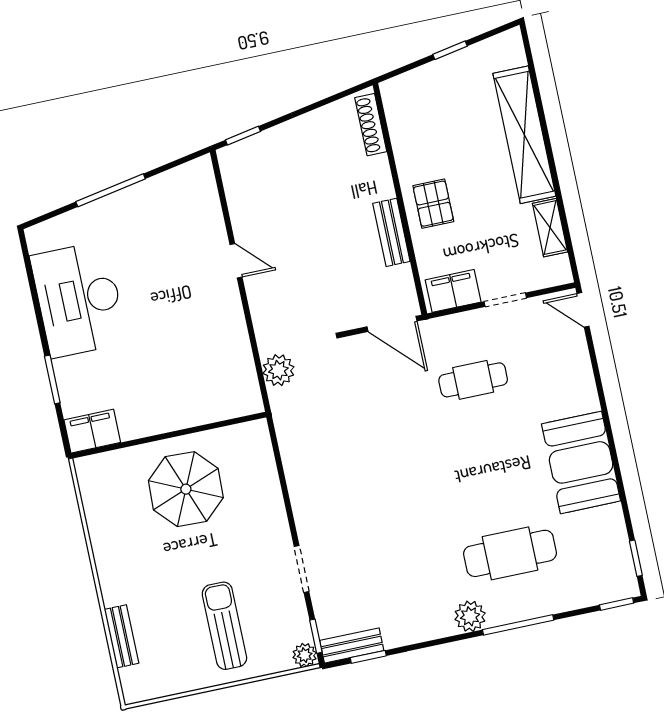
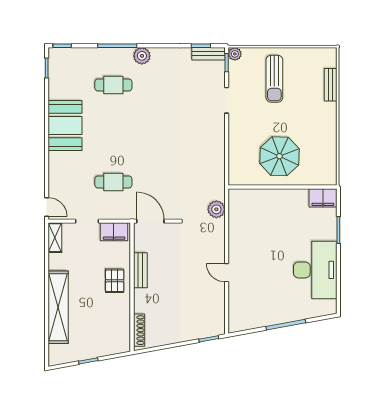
shelving: (550, 228) -> (55, 238), moved
cafe table: (510, 553) -> (113, 85), width x0.73, depth x0.74

